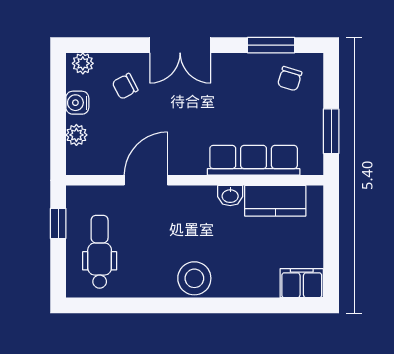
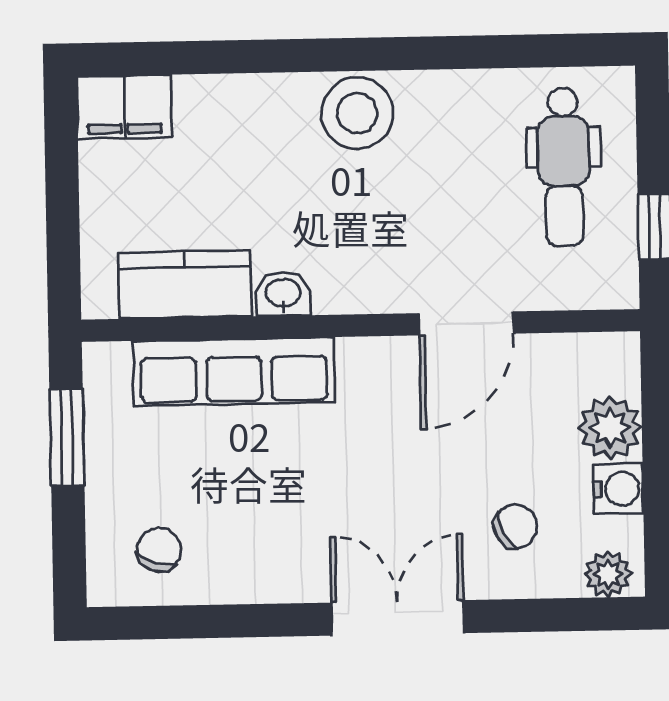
window: (271, 45) -> (201, 622), removed
plant: (76, 135) -> (610, 428), width x1.38, depth x1.38

